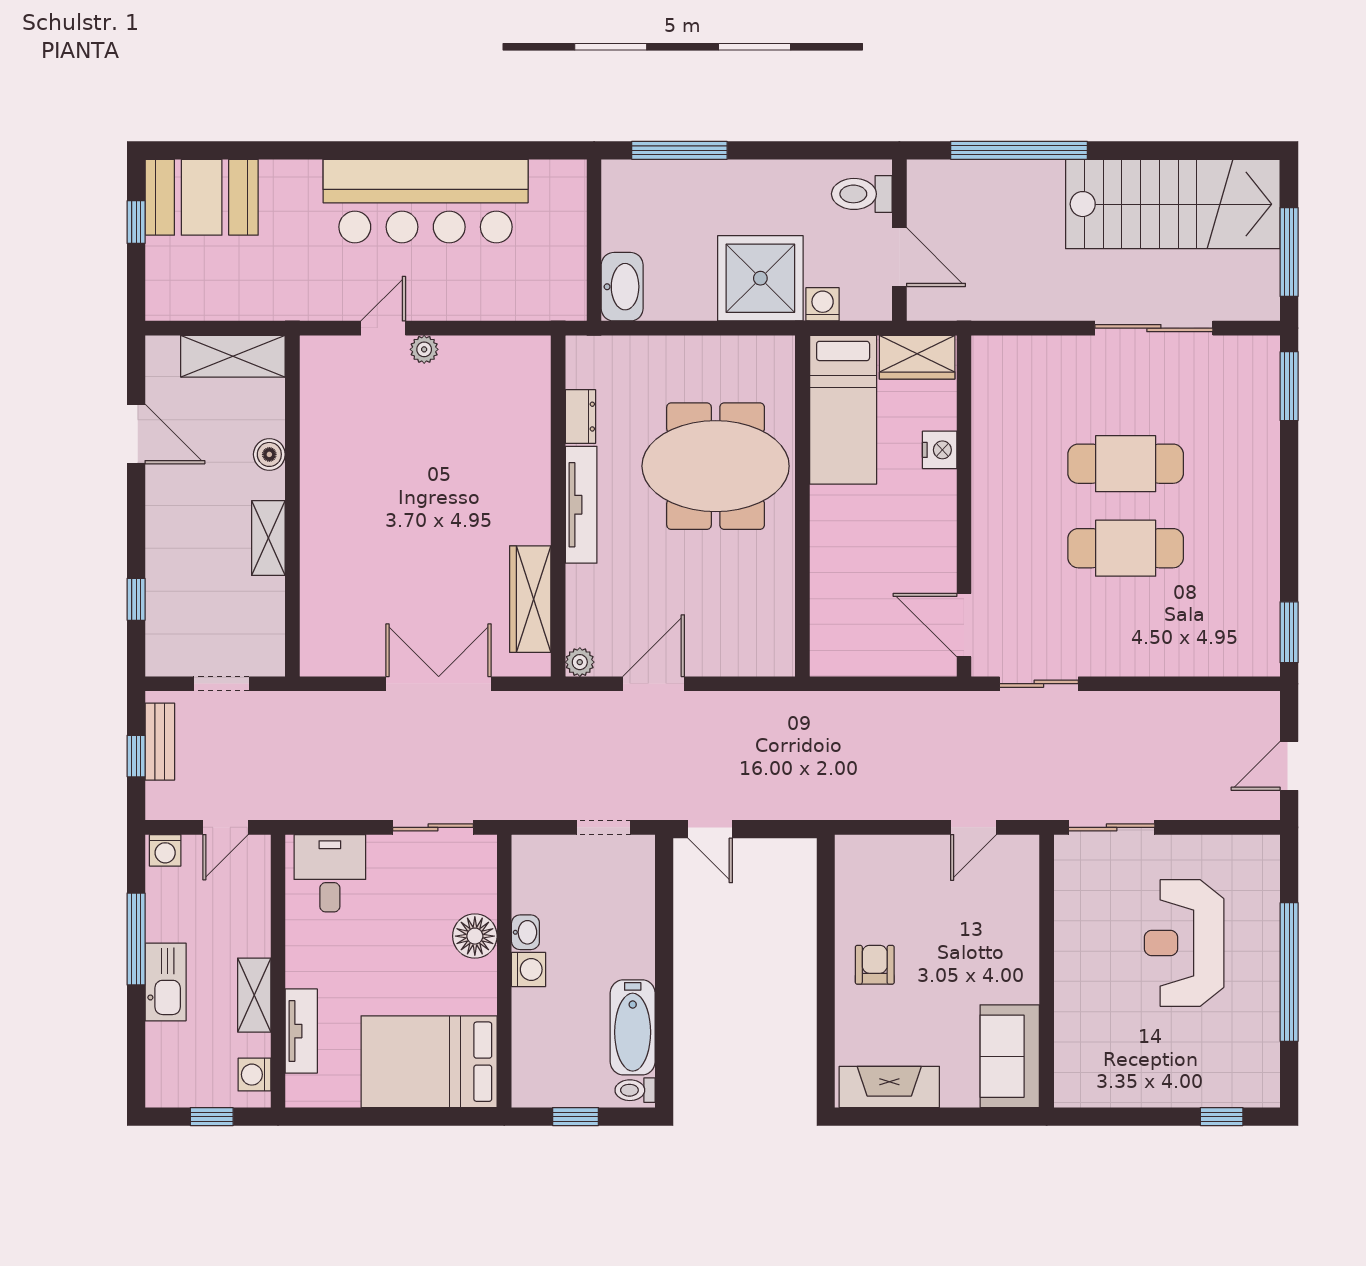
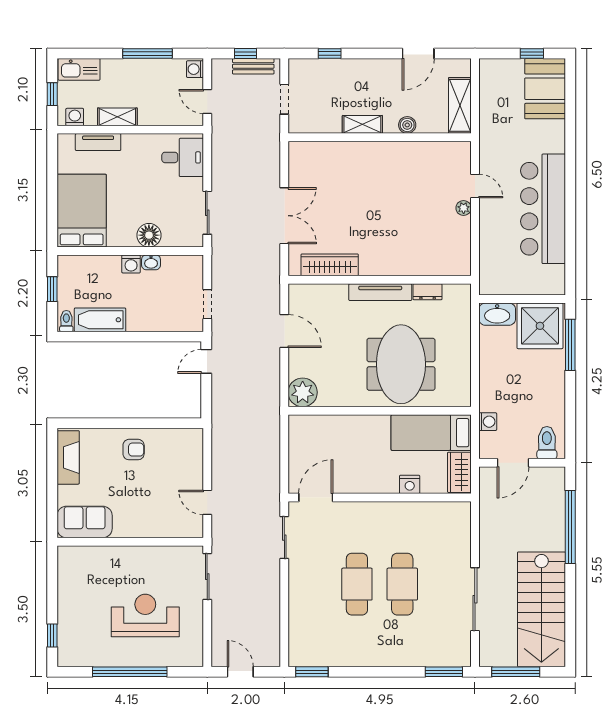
shower: (760, 278) -> (540, 326), moved
plant: (580, 662) -> (303, 392), moved, width x1.87, depth x1.87
kitchen sink: (166, 982) -> (79, 69), moved

